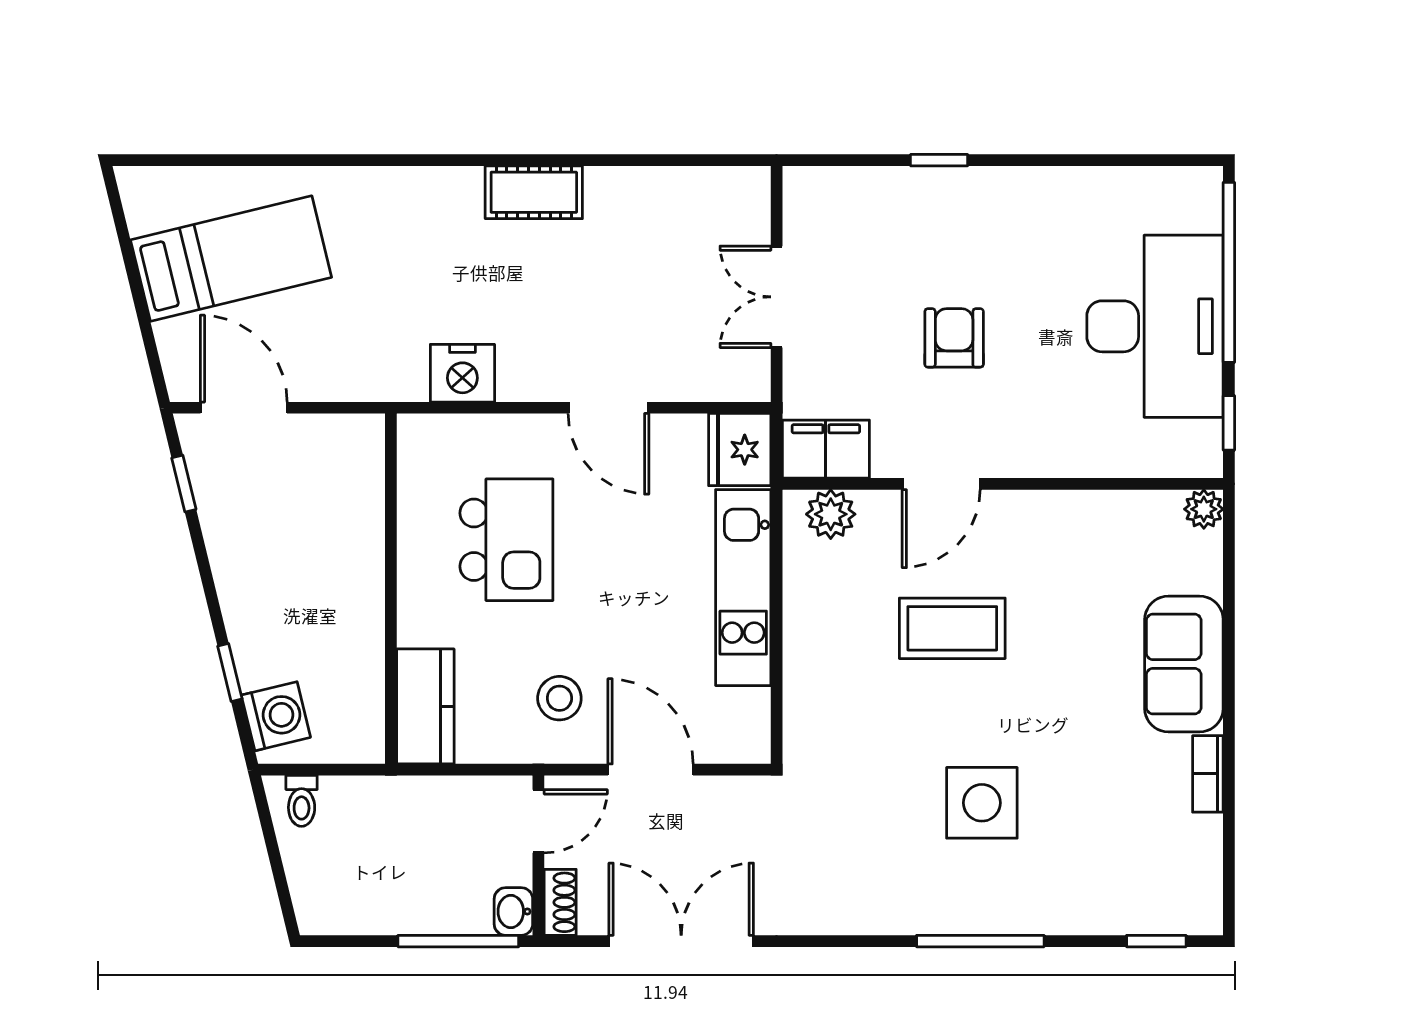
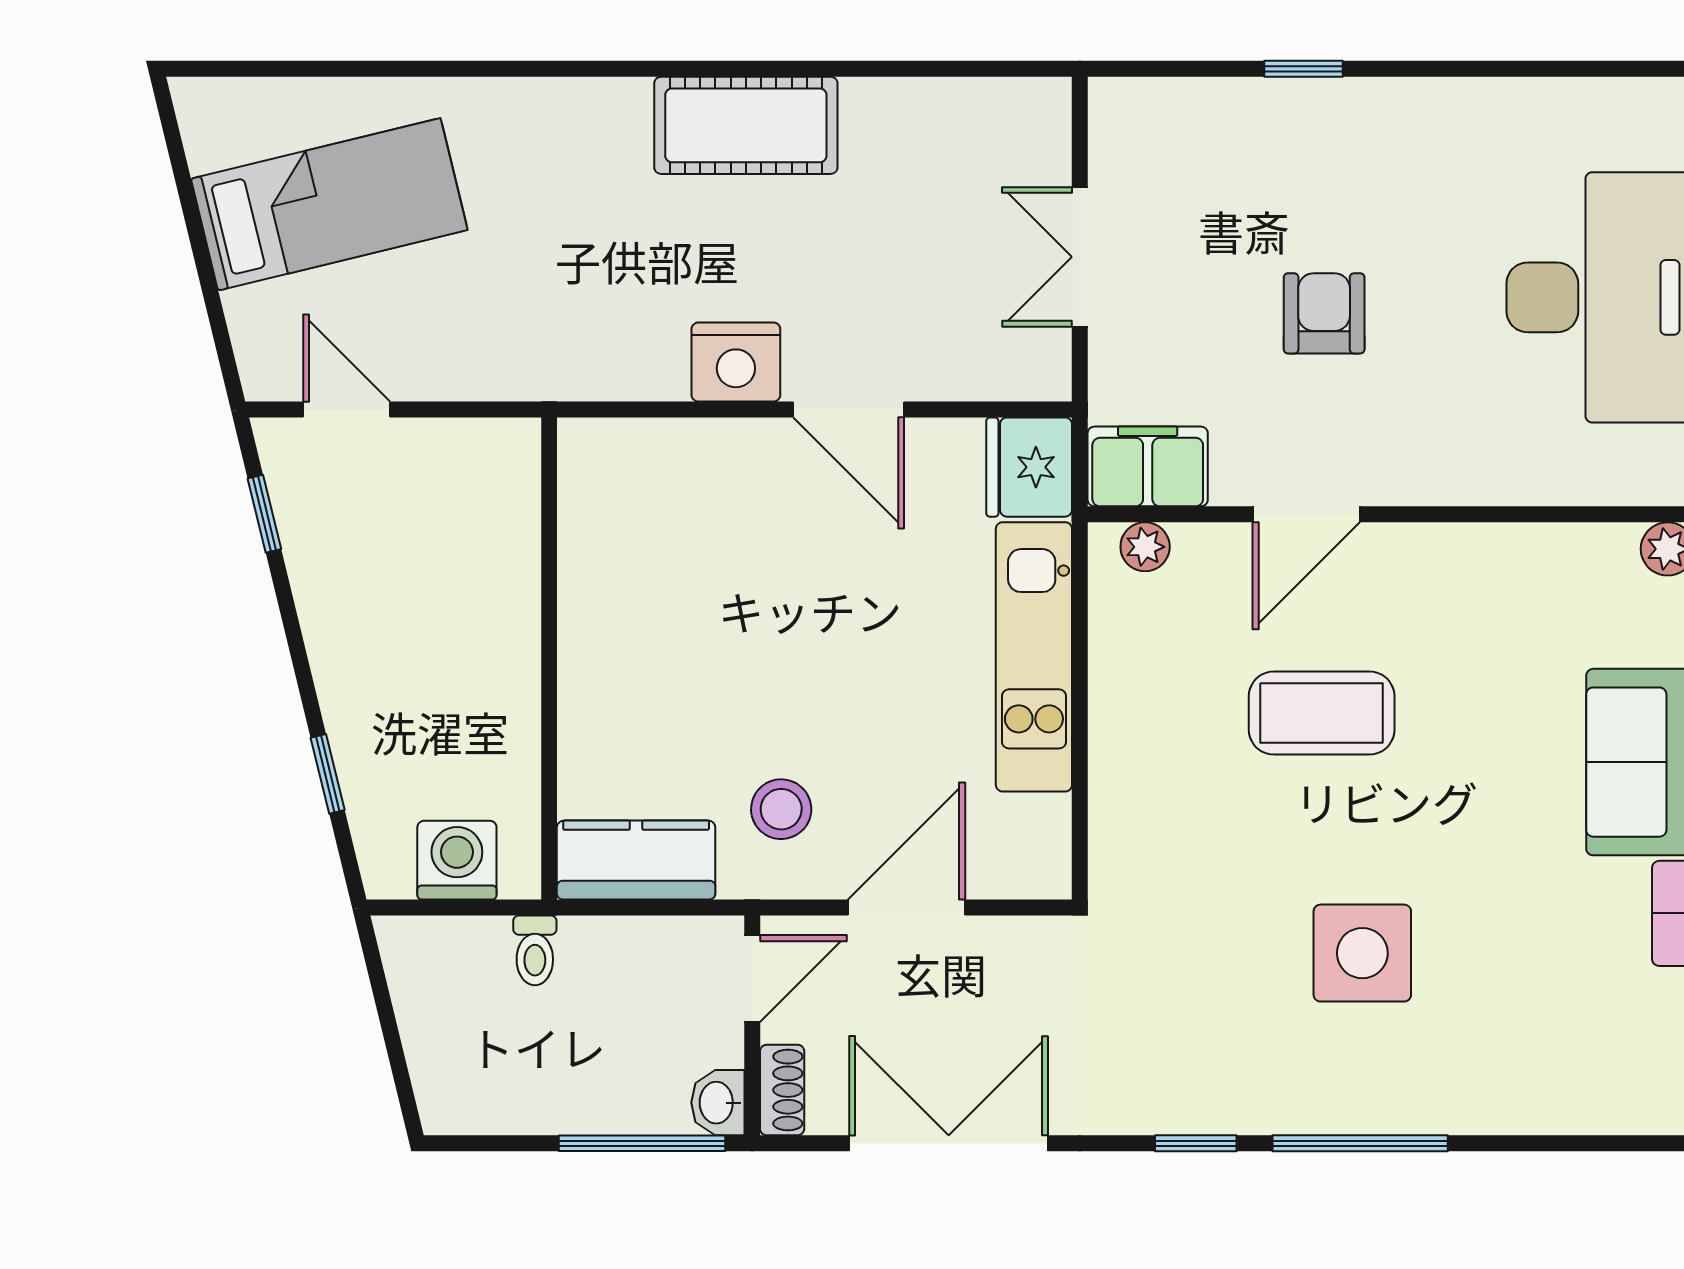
cot: (534, 192) -> (746, 125), width x1.37, depth x1.34
nightstand: (462, 373) -> (736, 362), moved
door: (244, 408) -> (347, 410), width x0.73
plant: (831, 514) -> (1145, 547), width x0.73, depth x0.73
kitchen island: (506, 540) -> (708, 591), removed
kitchen counter: (425, 706) -> (636, 860), moved, turned -90
washing machine: (276, 716) -> (457, 860), moved, turned -76
door: (651, 770) -> (906, 907), hinge flipped
toilet: (302, 801) -> (535, 950), moved
window: (1156, 941) -> (1196, 1143), moved

